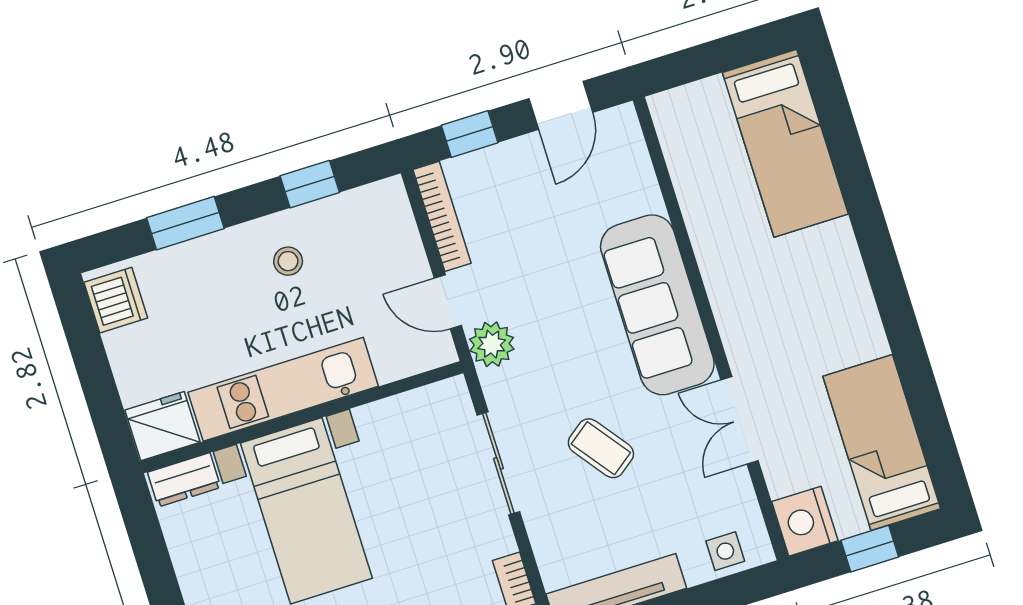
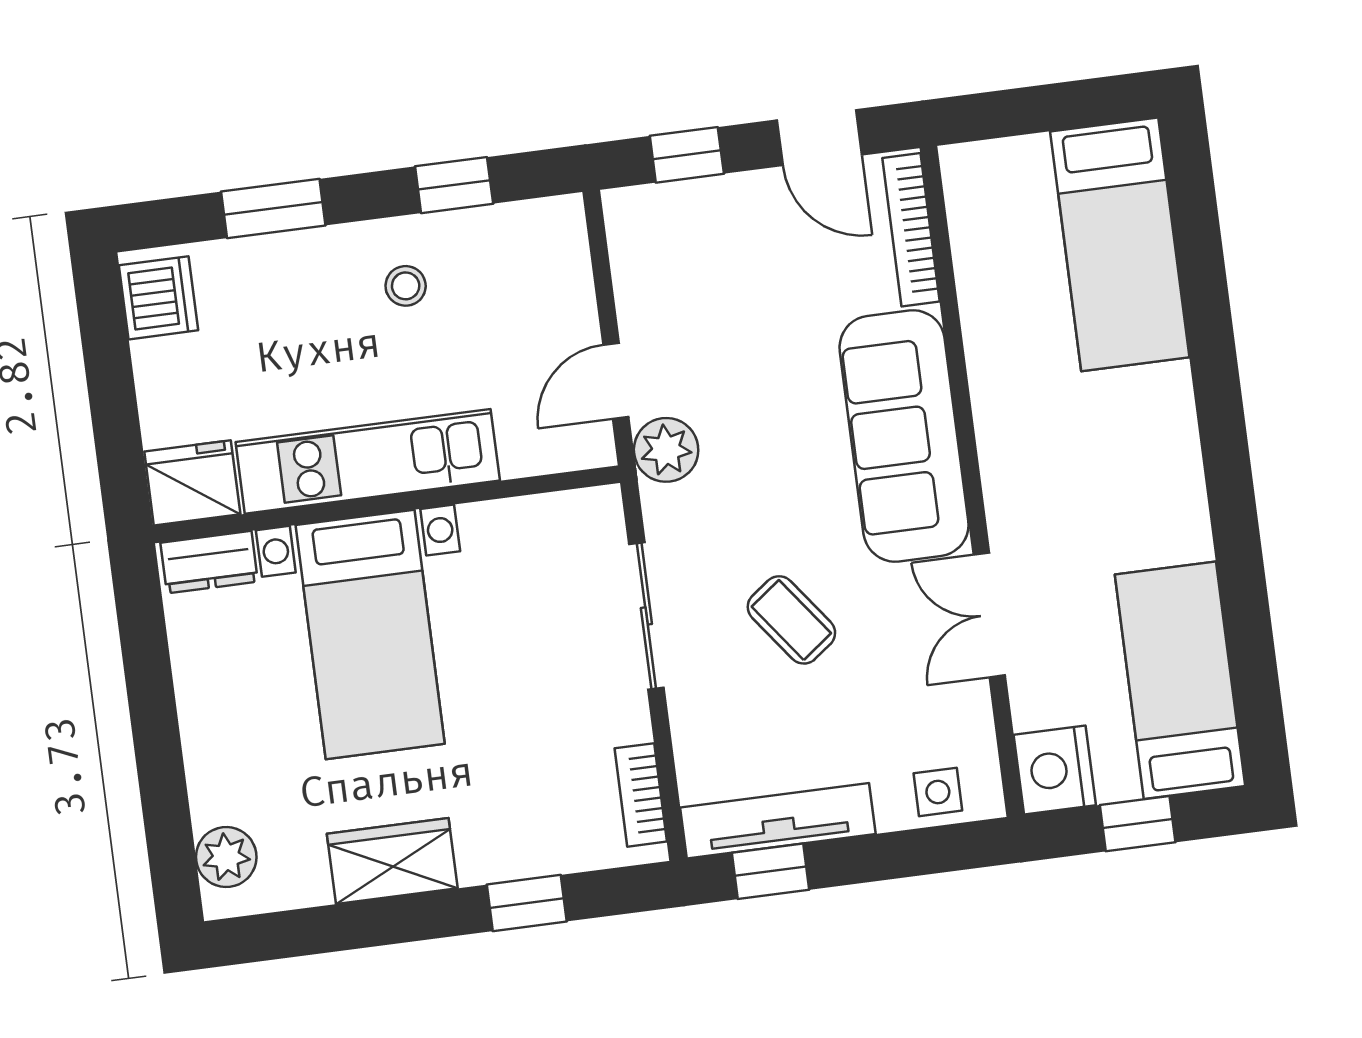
door: (561, 105) -> (819, 138), hinge flipped
bookcase: (442, 216) -> (911, 230), moved, turned 180
door: (448, 302) -> (616, 381), hinge flipped

